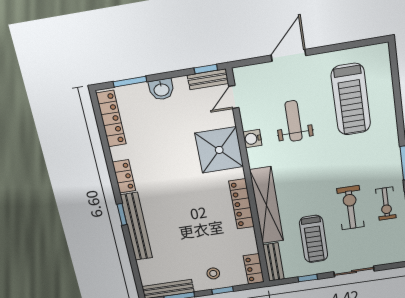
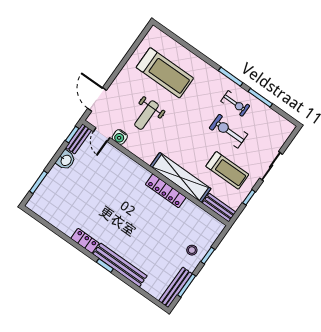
door: (288, 55) -> (97, 99), moved
washbasin: (161, 89) -> (66, 160), moved
locker: (111, 119) -> (47, 214), removed
weight bench: (294, 121) -> (147, 115), turned -90
water cooler: (252, 139) -> (120, 137), moved
shower: (219, 150) -> (123, 172), removed
exercise bike: (386, 204) -> (235, 103), moved
locker: (254, 269) -> (212, 223), removed

